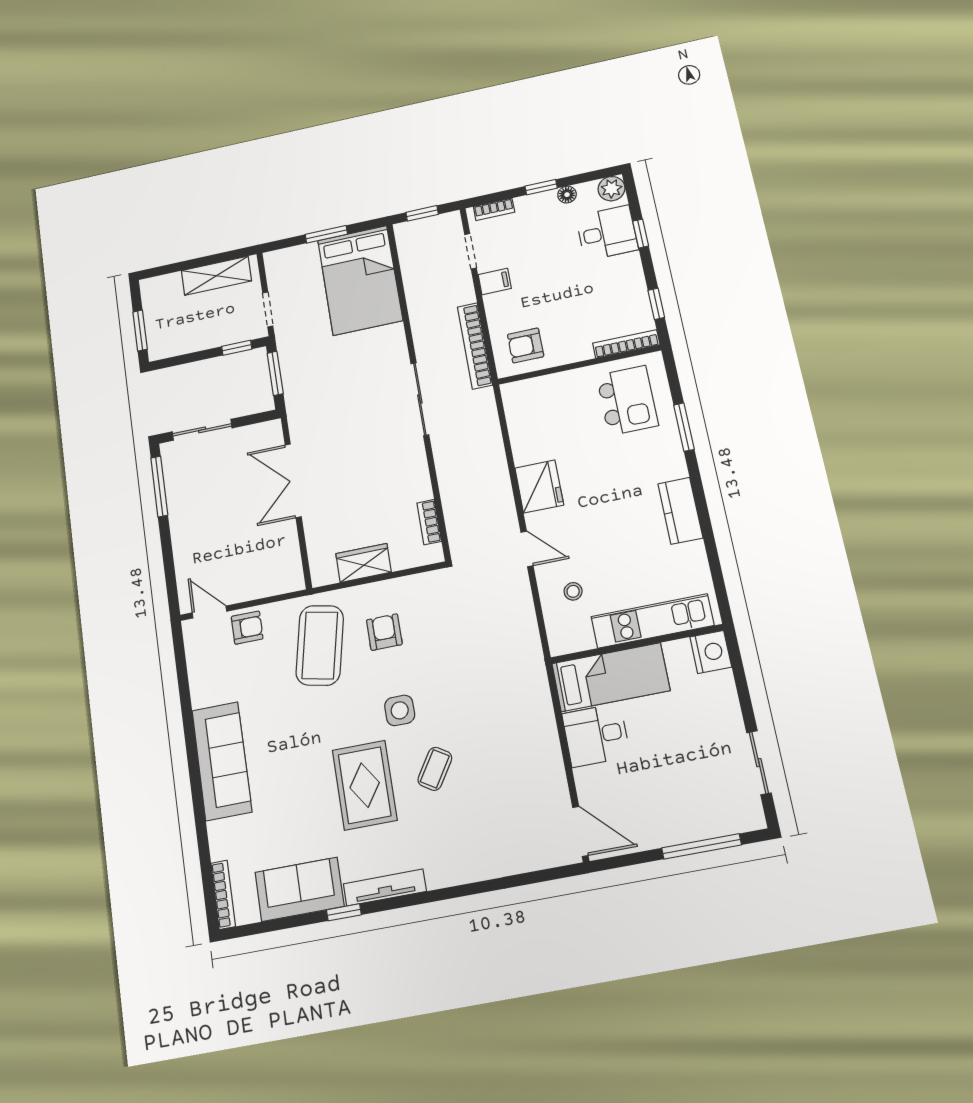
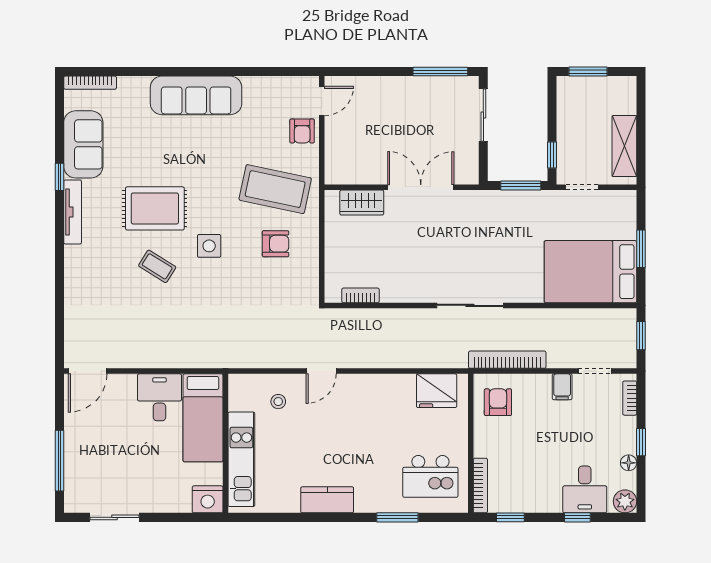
fridge: (539, 486) -> (437, 391), moved
wardrobe: (364, 563) -> (362, 202), moved, turned 90

